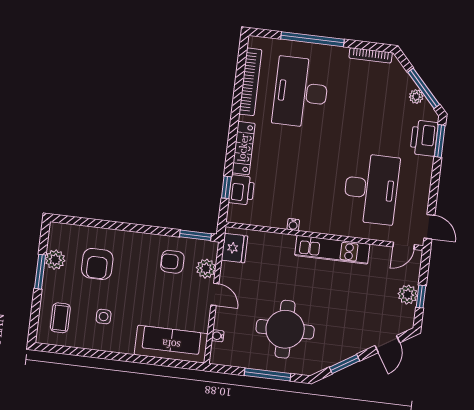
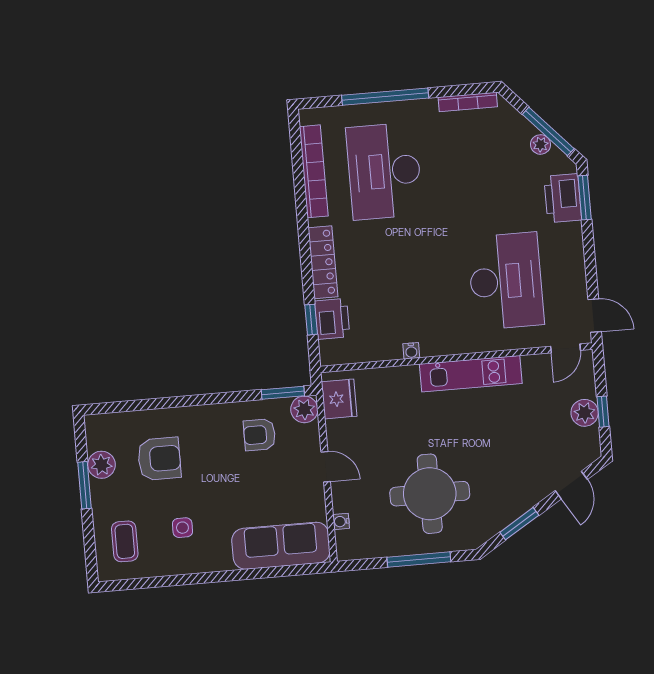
armchair: (97, 264) -> (159, 459), turned -90
plant: (206, 269) -> (304, 409), moved

